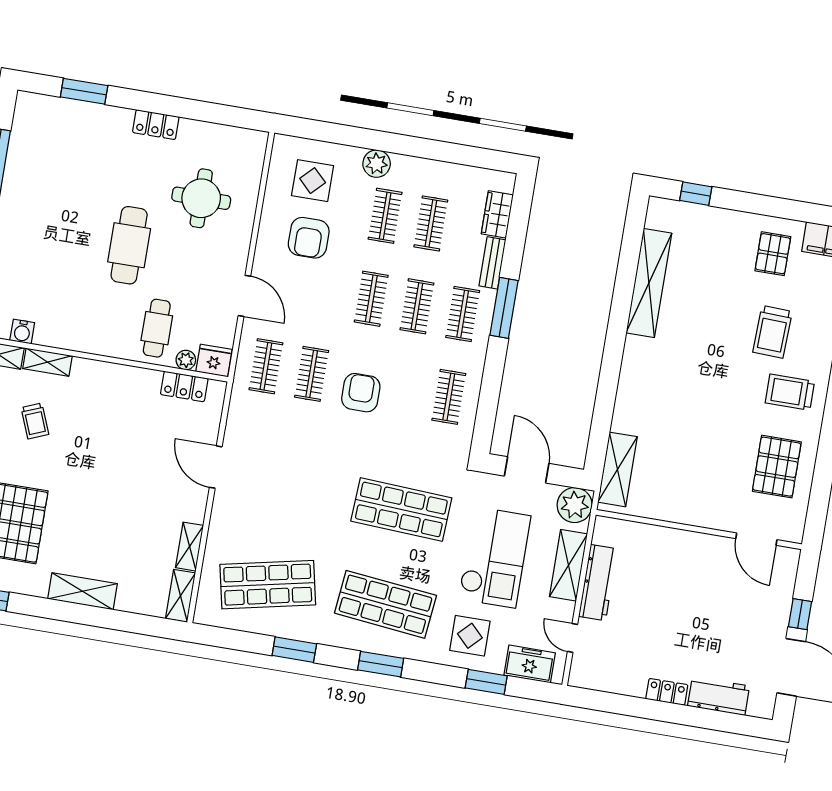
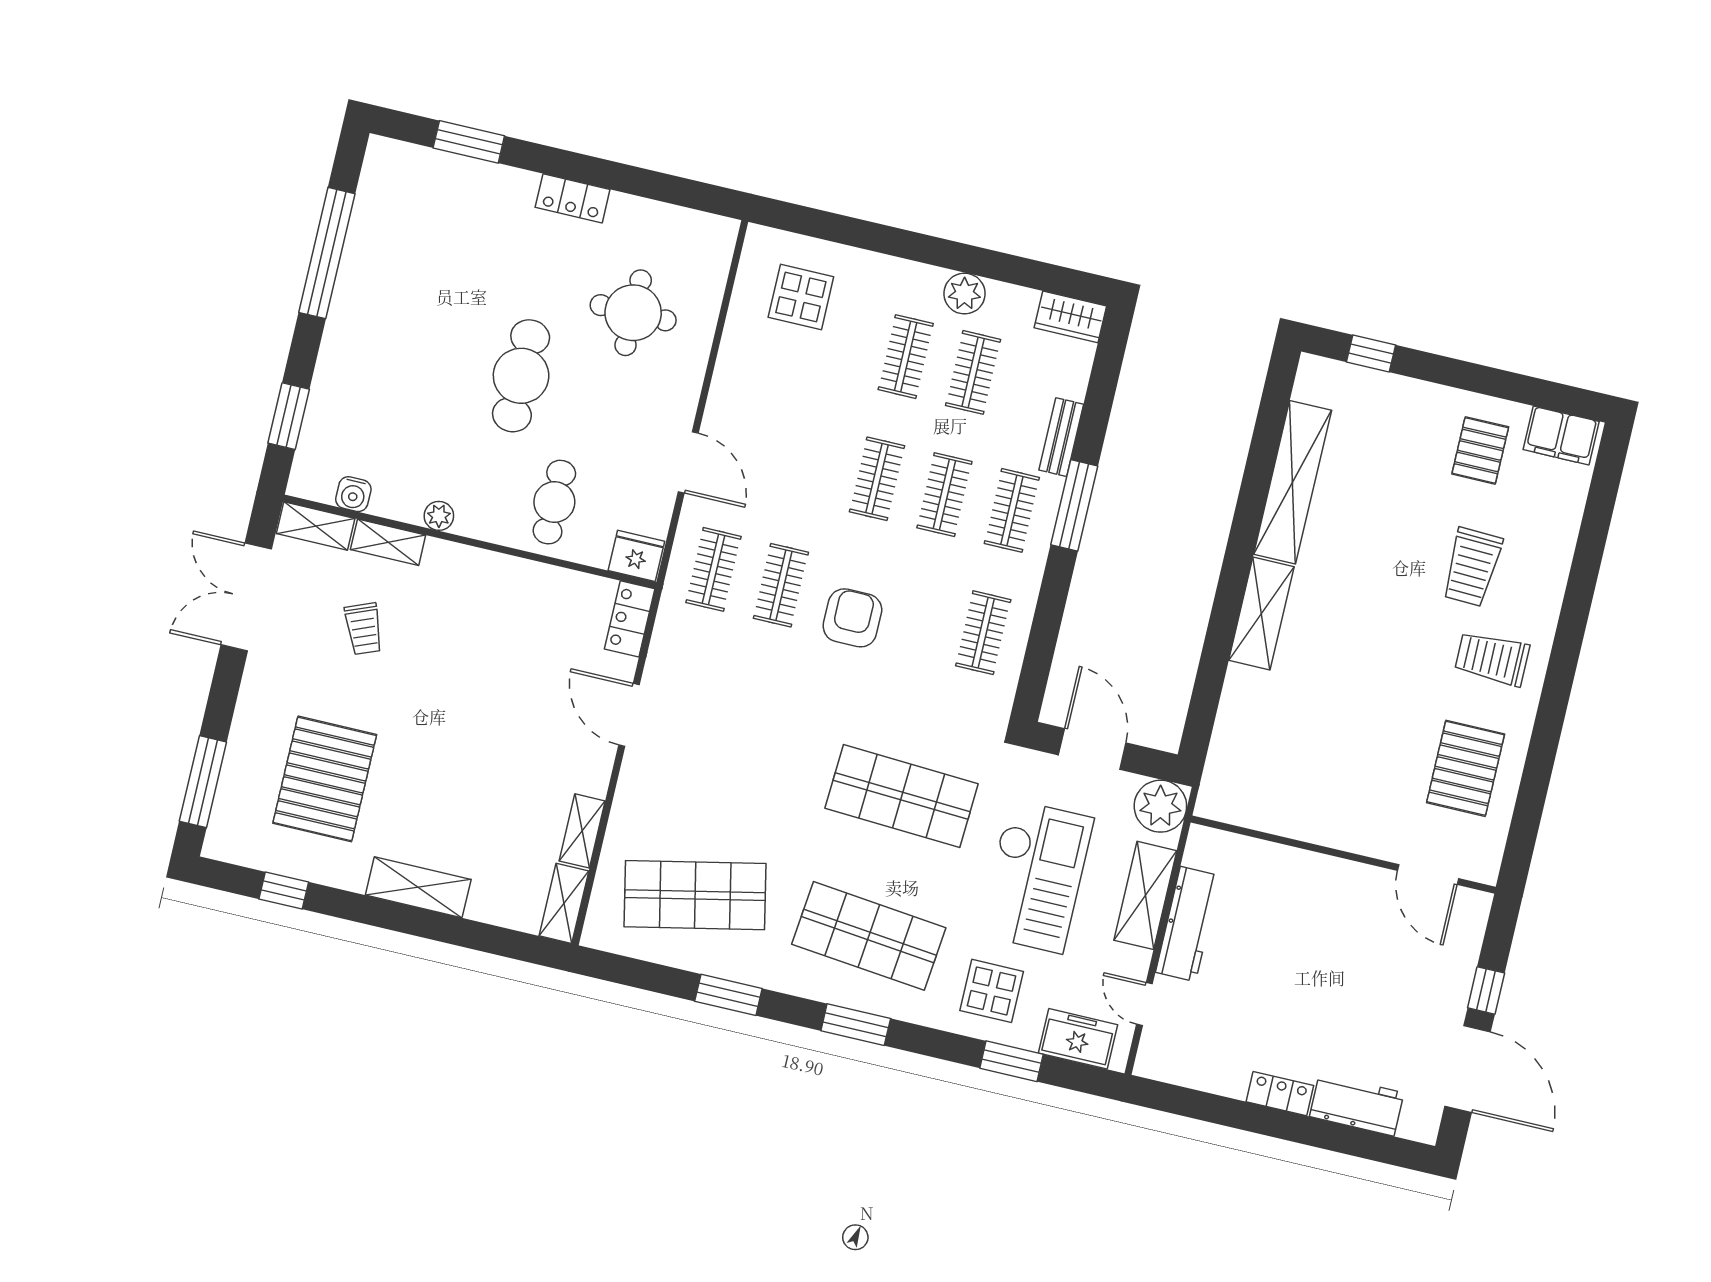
plant: (377, 164) -> (964, 294), moved
wardrobe: (497, 214) -> (1070, 317), moved, turned -90
armchair: (309, 238) -> (790, 382), removed
plant: (186, 360) -> (439, 516), moved
locker: (184, 386) -> (630, 619), moved, turned 90
shelving: (617, 469) -> (1261, 614), moved

